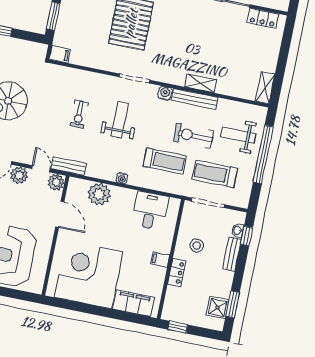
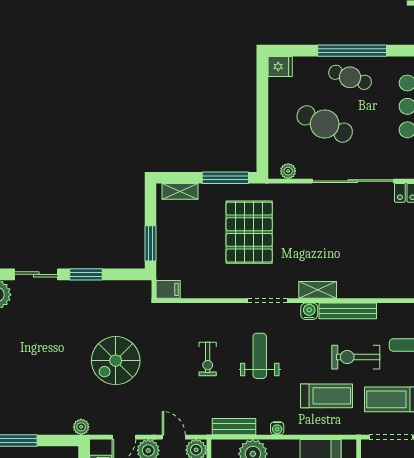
shelving: (201, 83) -> (318, 290), moved
bench: (69, 166) -> (234, 427), moved

